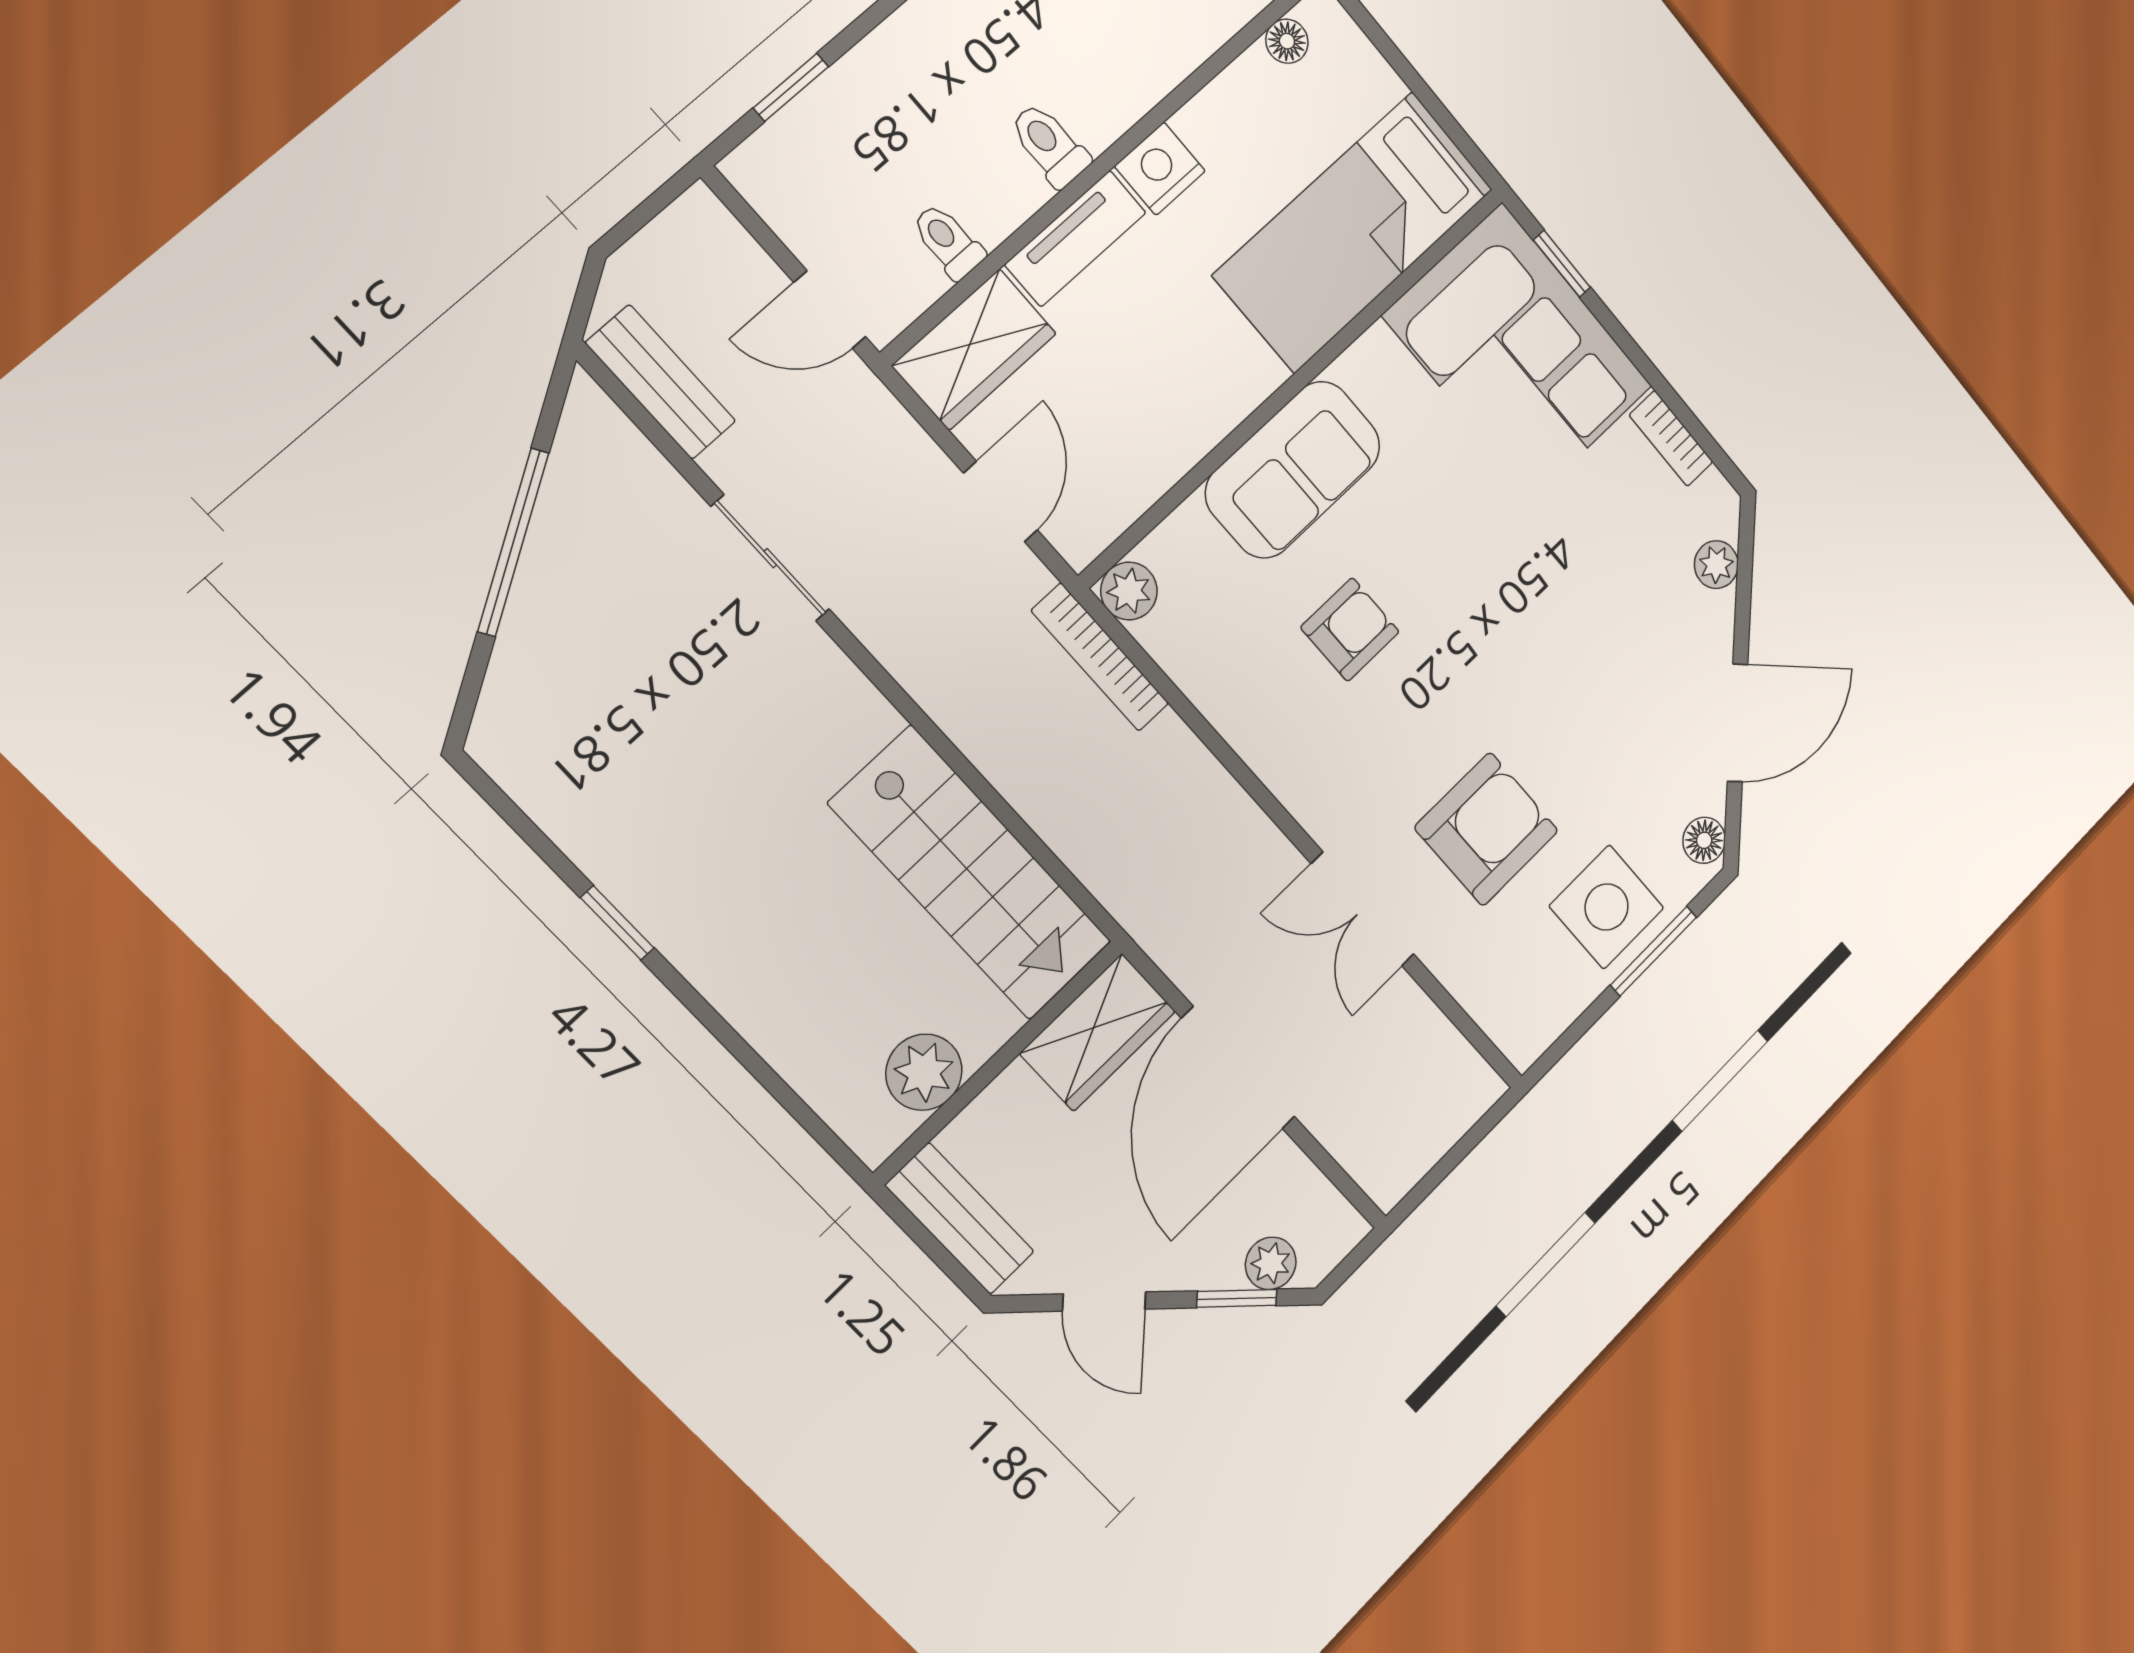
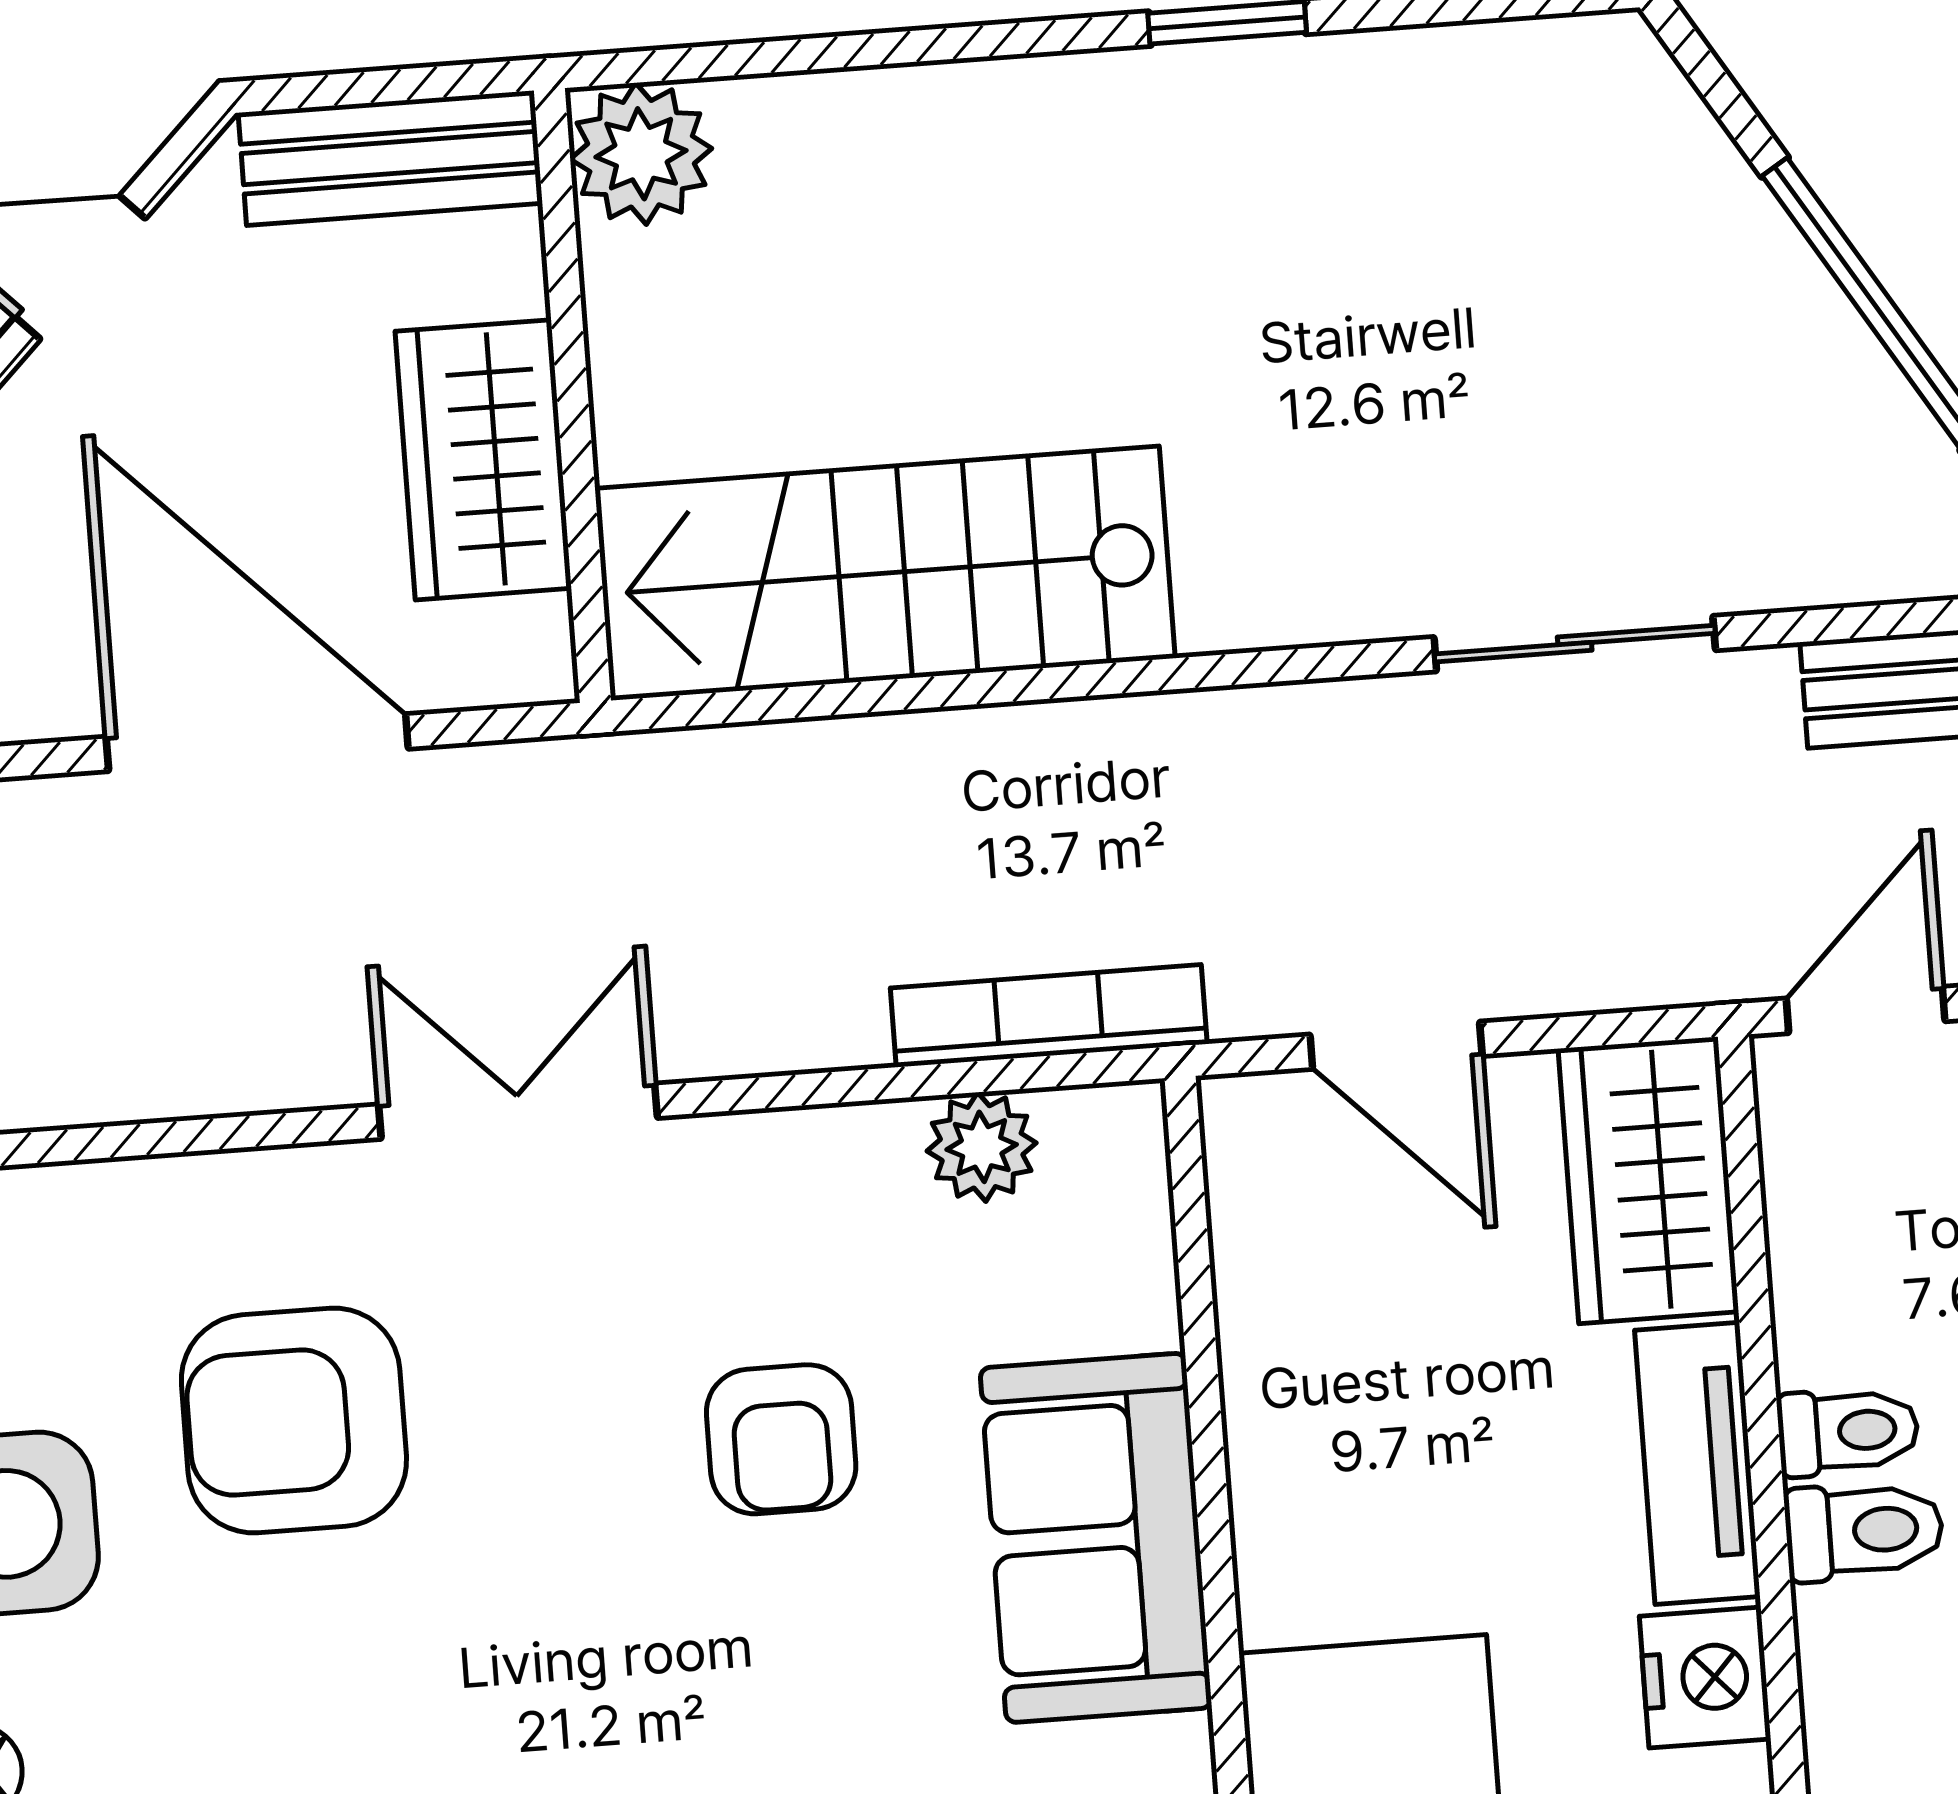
toilet: (948, 241) -> (1848, 1431), moved
plant: (1129, 591) -> (982, 1147), moved
armchair: (1486, 829) -> (294, 1421), turned 90
double door: (1363, 909) -> (518, 1111), moved
wardrobe: (1098, 1032) -> (483, 460), moved
plant: (924, 1072) -> (641, 154), moved

